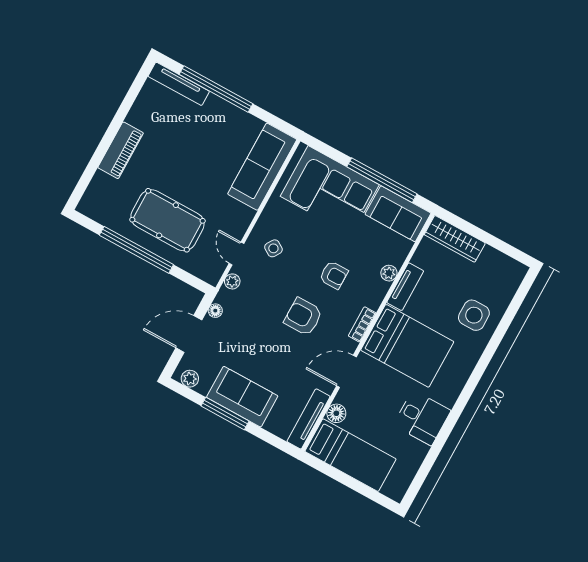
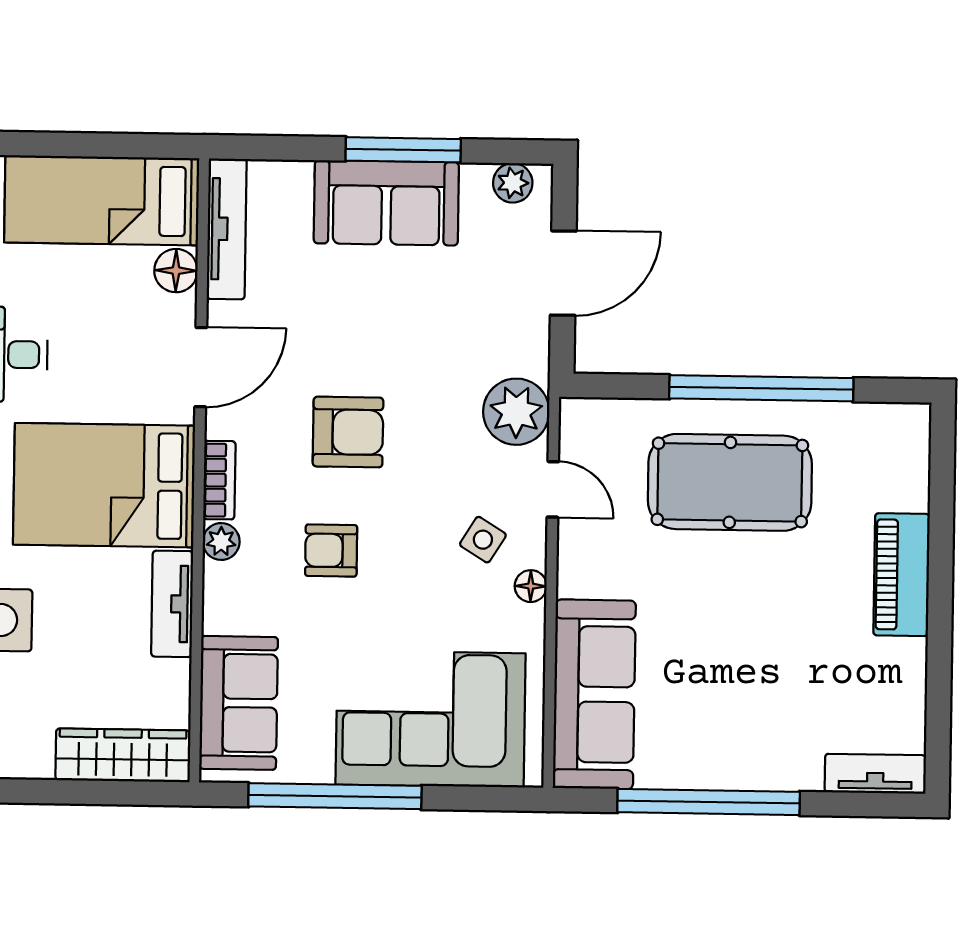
tv unit: (179, 84) -> (875, 774), width x0.71
window: (216, 89) -> (709, 802), moved
sofa: (398, 214) -> (239, 703), moved, turned 90
plant: (389, 273) -> (221, 542), moved
plant: (232, 281) -> (516, 412), width x1.88, depth x1.88
floor lamp: (215, 311) -> (531, 586), moved

